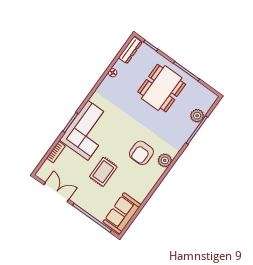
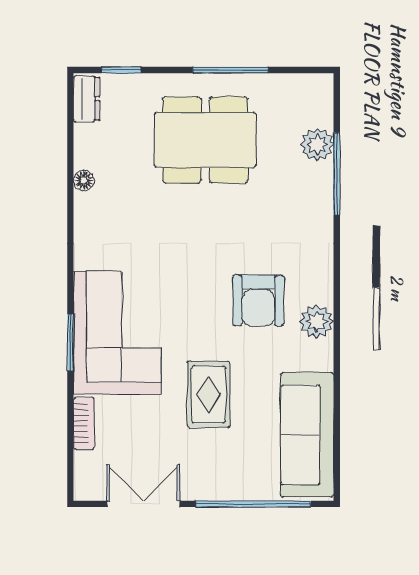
dresser: (130, 50) -> (86, 99), width x0.70
dining table: (162, 88) -> (205, 140), turned 90
plant: (165, 160) -> (317, 322), moved
sofa: (122, 213) -> (307, 435), width x1.36

